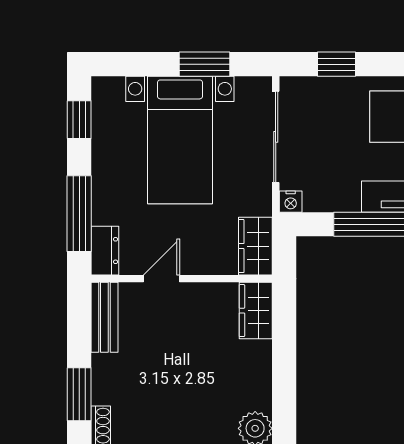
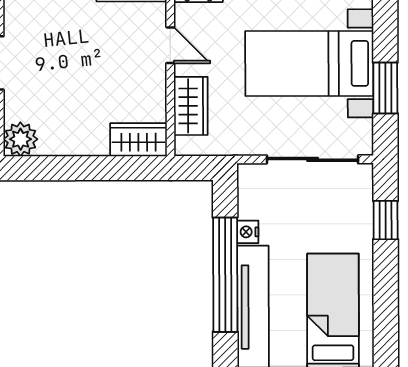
nightstand: (291, 202) -> (248, 232), moved
wardrobe: (255, 246) -> (191, 106), moved, turned 90

